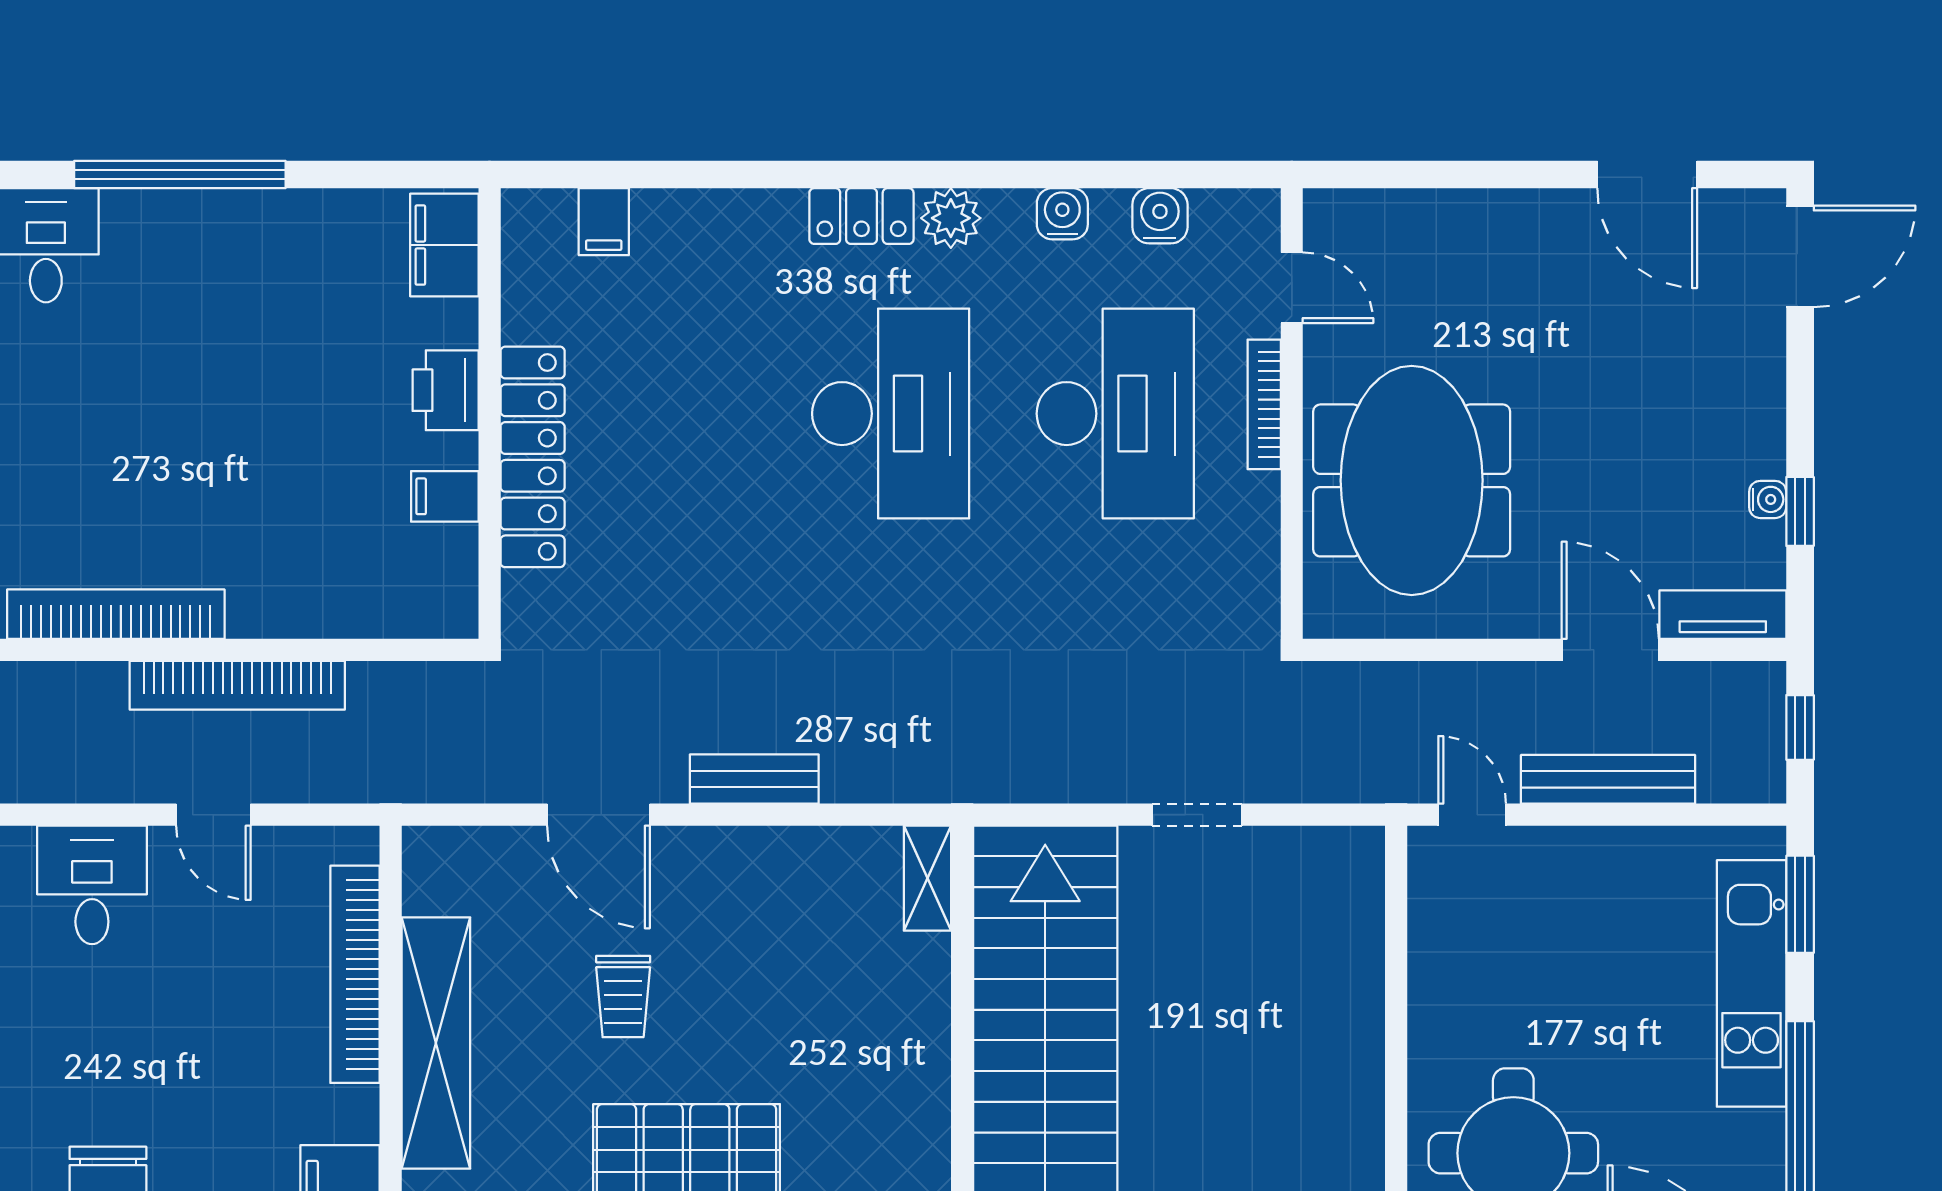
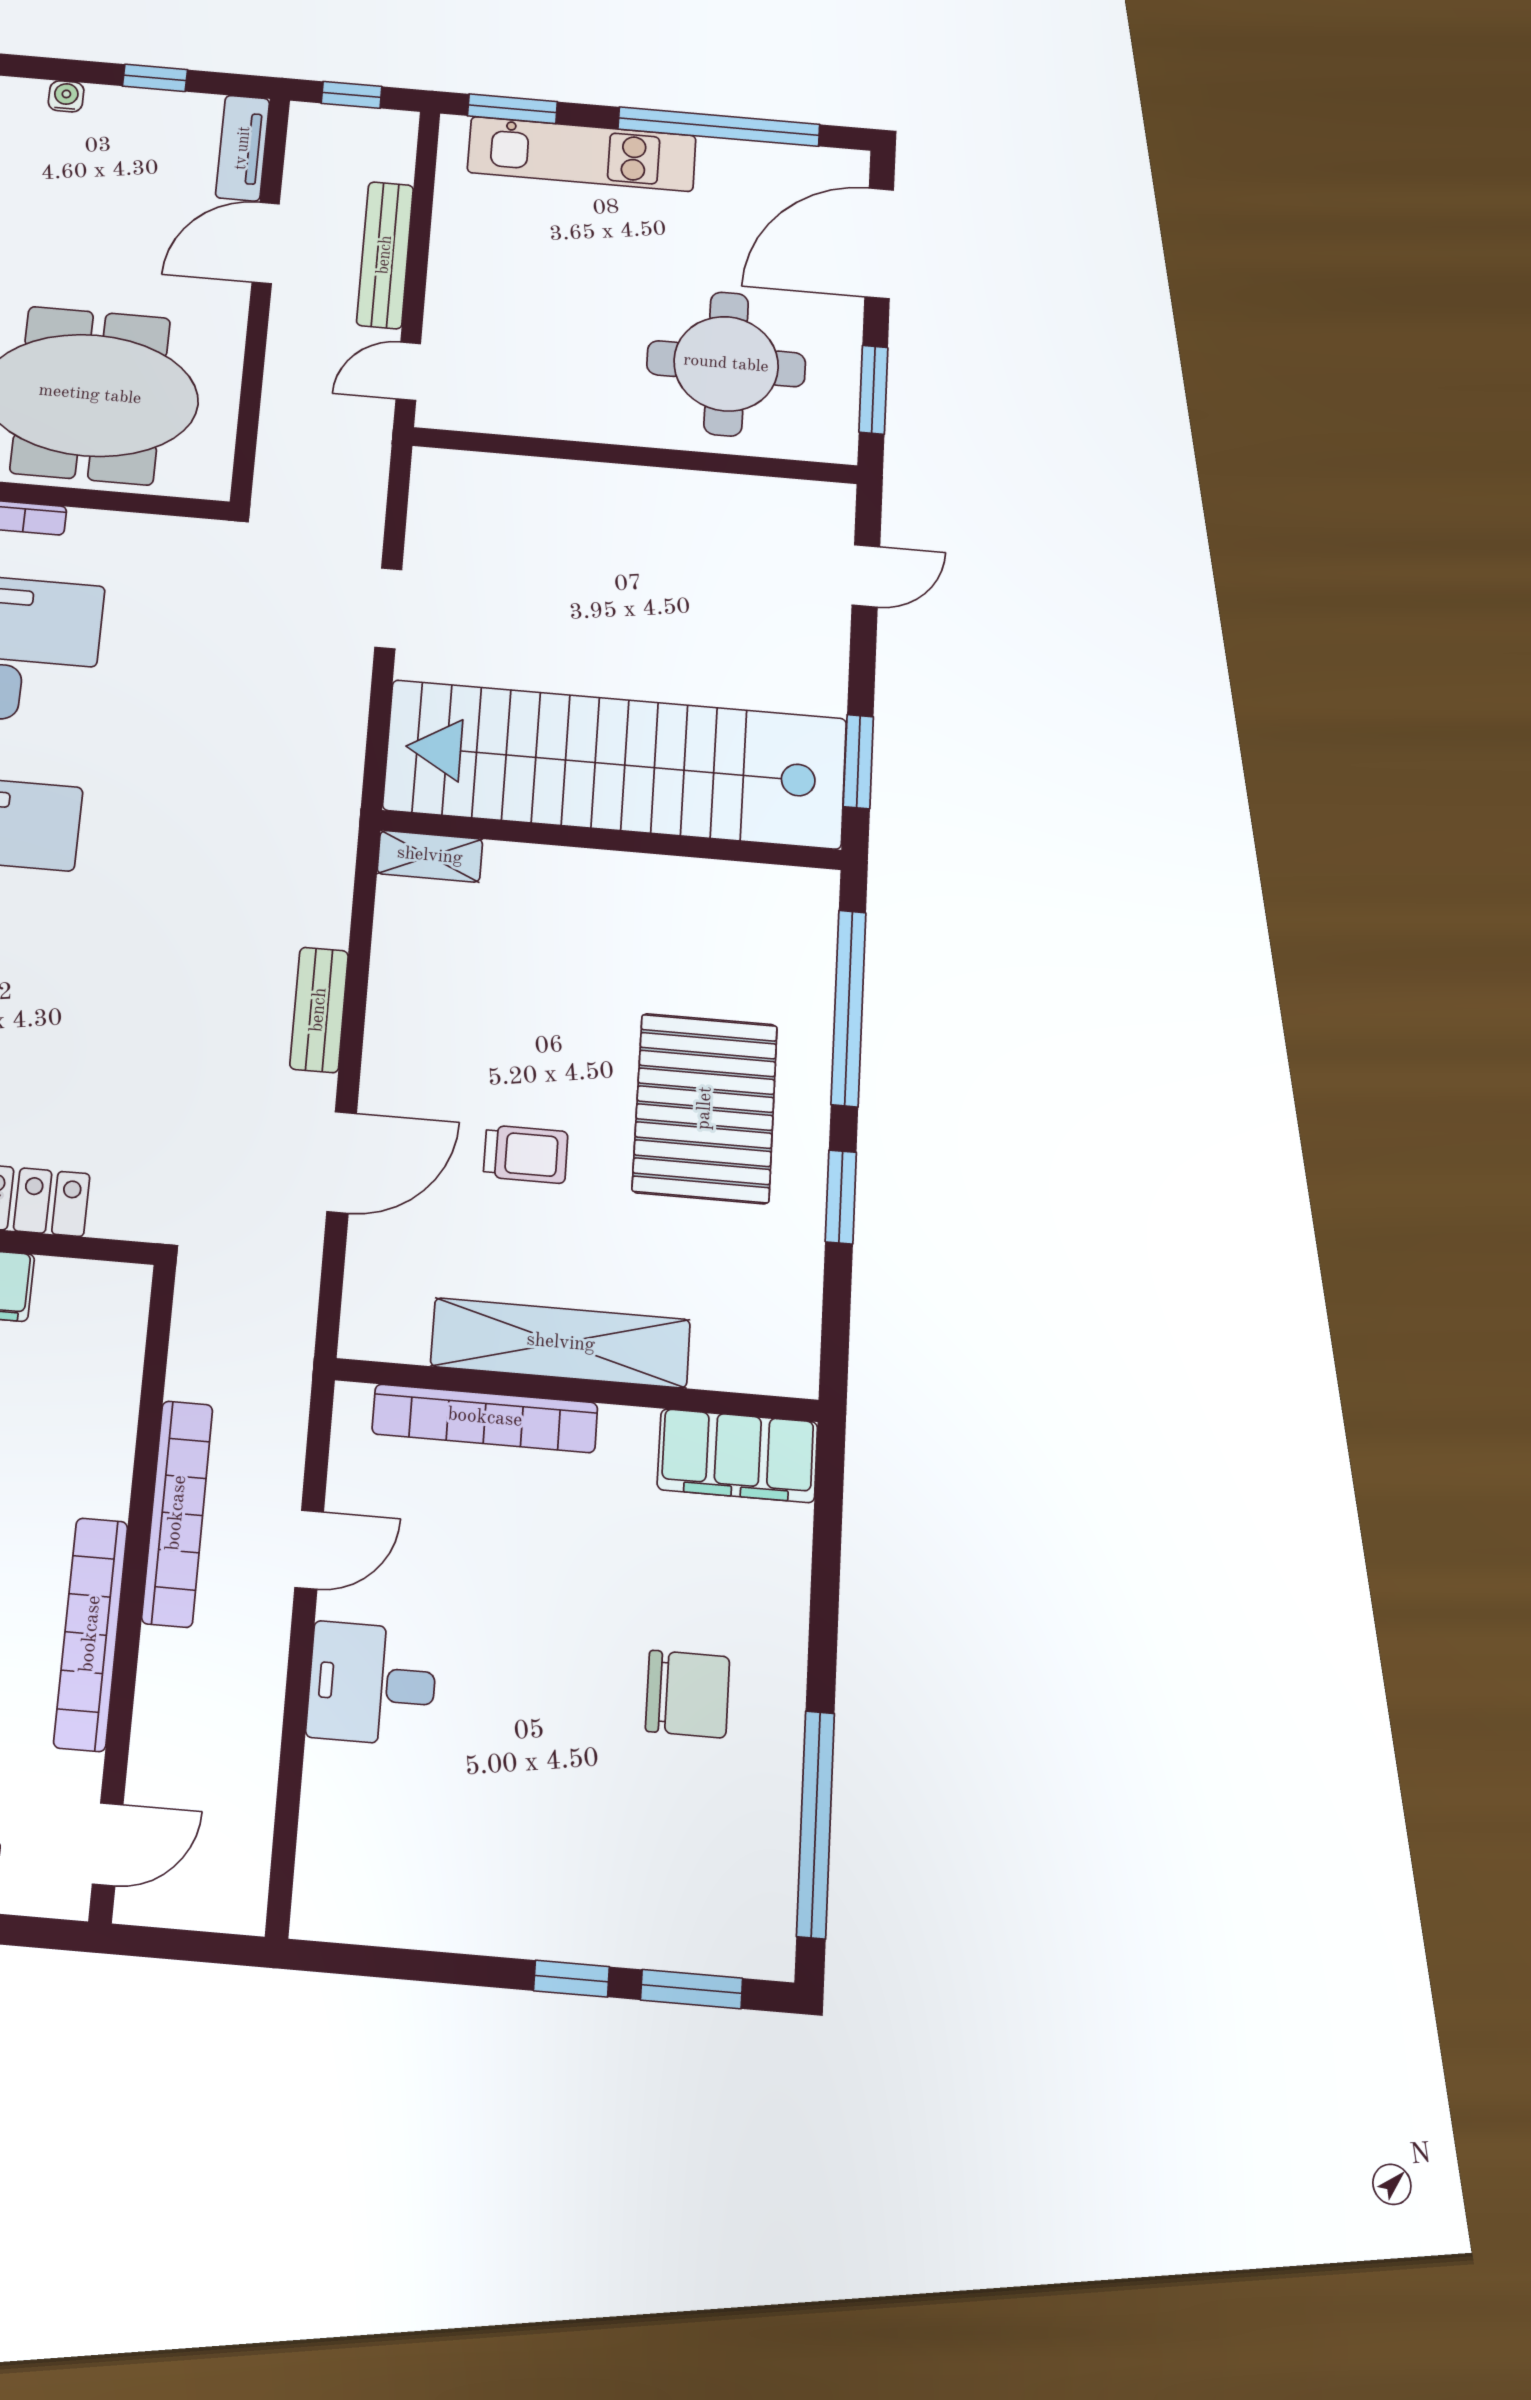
water cooler: (1768, 499) -> (66, 96), moved

